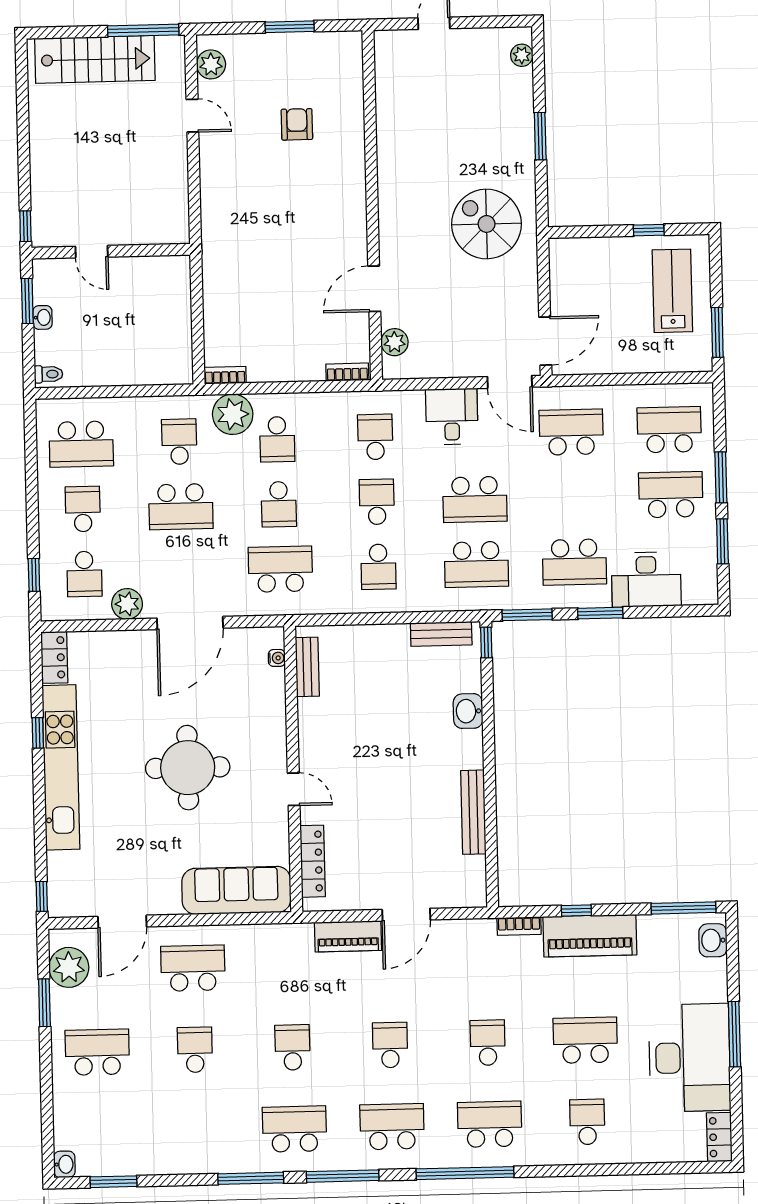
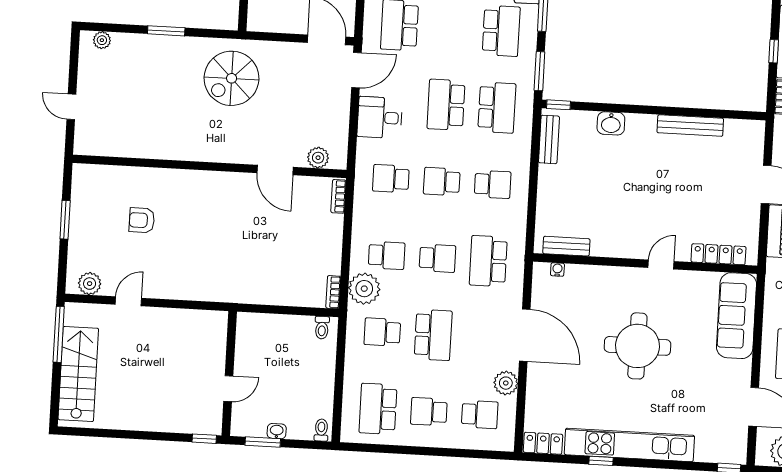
toilet: (179, 364) -> (322, 328), added
school desk: (81, 444) -> (378, 409), turned 180
school desk: (475, 499) -> (446, 105), turned 180
window: (34, 575) -> (477, 454), removed

